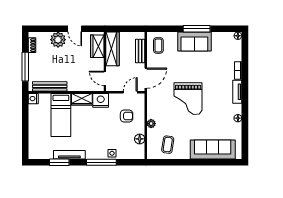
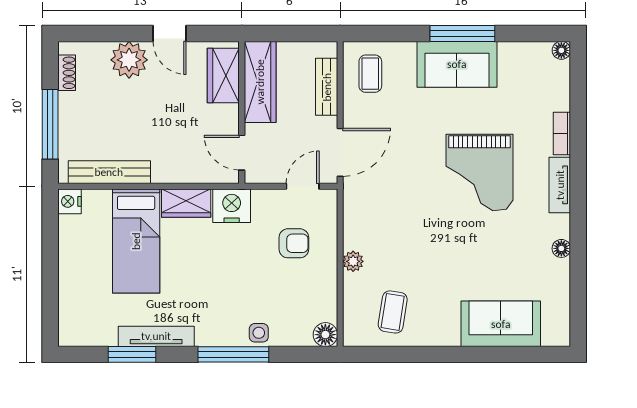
grand piano: (188, 99) -> (479, 172), moved
floor lamp: (140, 139) -> (325, 335), moved
sofa: (213, 149) -> (501, 324), width x0.73

